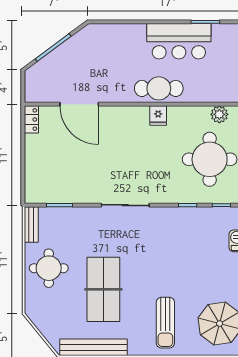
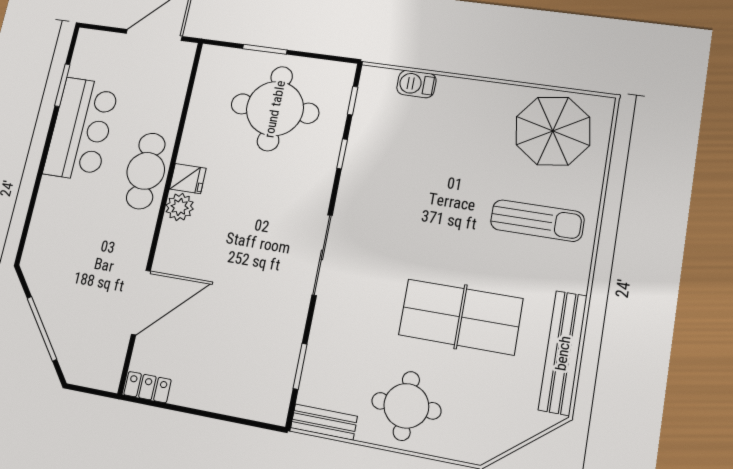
plant: (219, 114) -> (180, 207), moved

